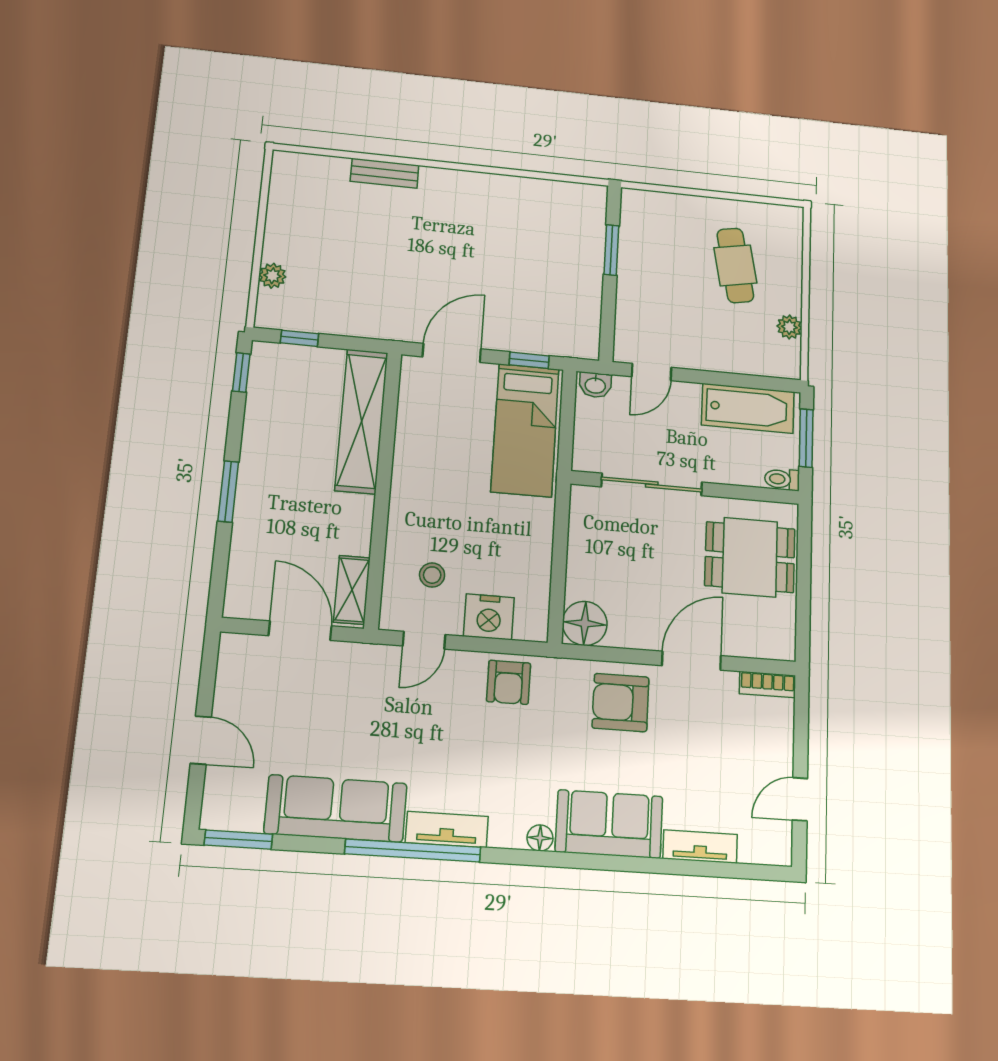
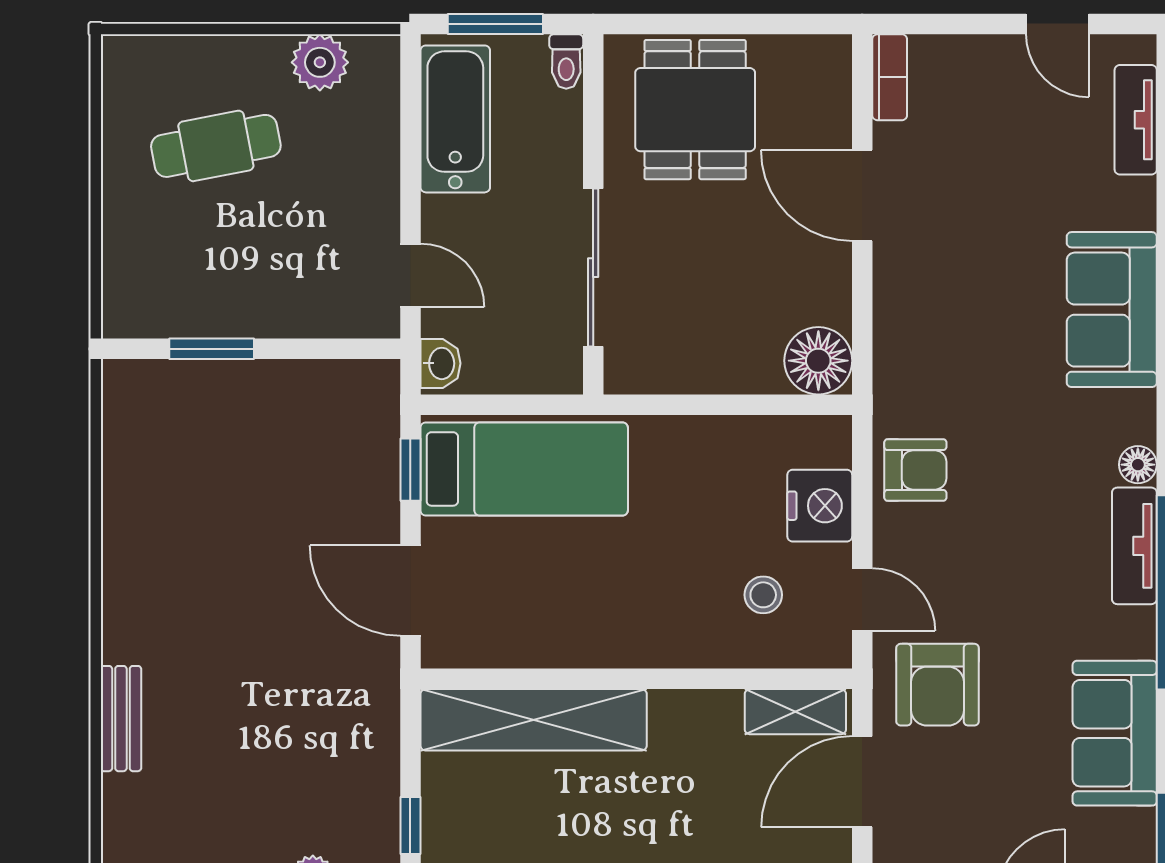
plant: (789, 327) -> (320, 62), width x1.38, depth x1.38
armchair: (621, 703) -> (938, 685), moved
sofa: (336, 808) -> (1115, 733), width x0.73
floor lamp: (540, 838) -> (1138, 465), moved
tv unit: (700, 847) -> (1136, 120), moved

